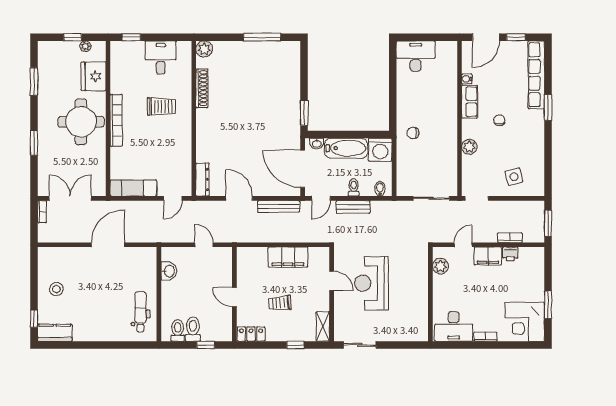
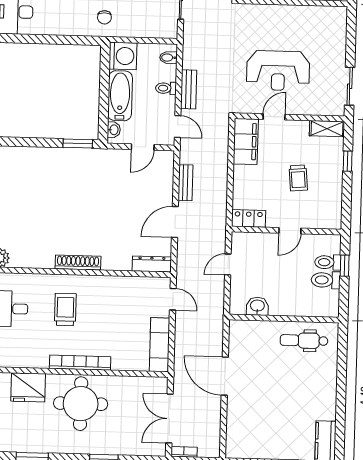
shoe rack: (202, 88) -> (78, 263), moved
door: (303, 169) -> (143, 147), width x0.53
bench: (279, 206) -> (185, 183), width x0.73
filing cabinet: (288, 257) -> (246, 141), moved
stool: (56, 289) -> (275, 438), removed
toilet: (178, 330) -> (328, 262), moved
locker: (251, 334) -> (249, 218), moved, turned 90

